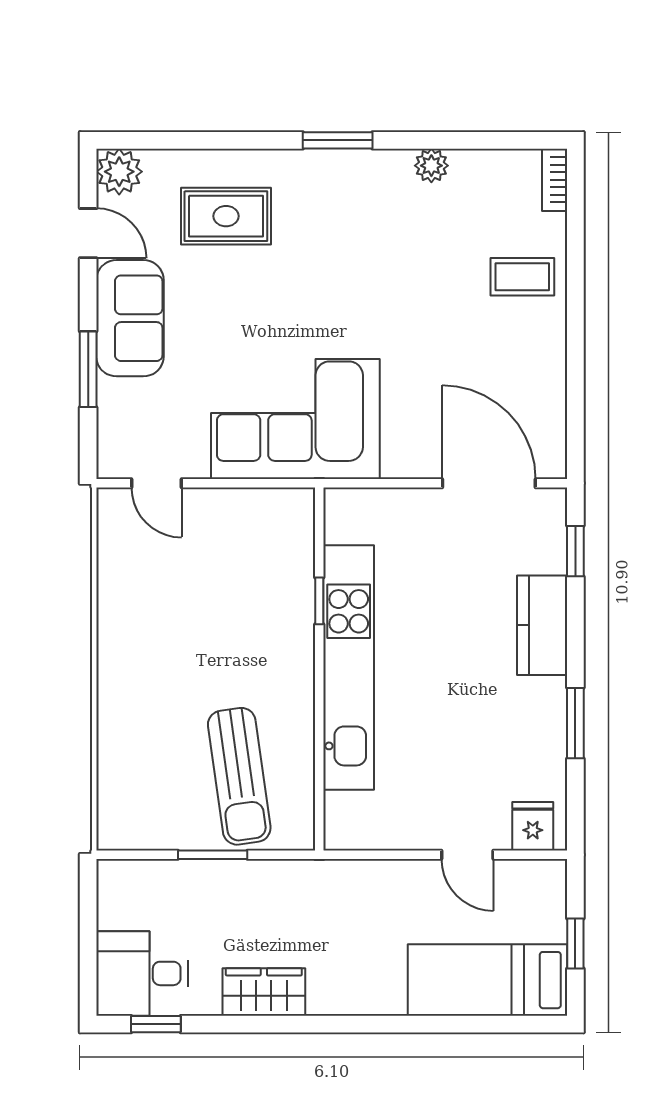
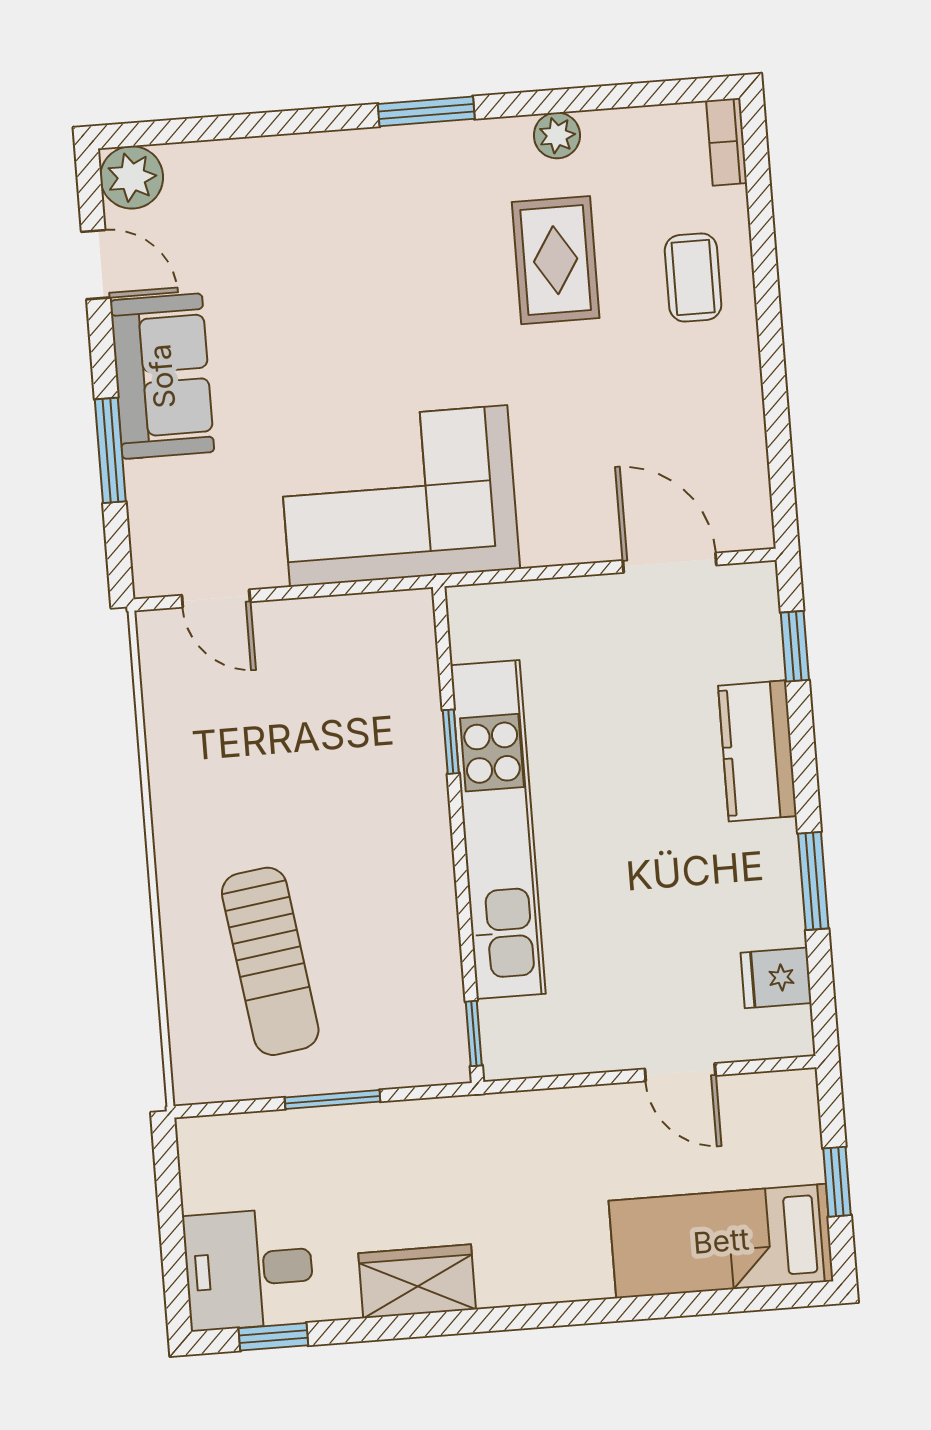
rug: (226, 216) -> (556, 260), moved, turned 90
coffee table: (522, 277) -> (693, 277), turned 90
door: (489, 483) -> (670, 563), width x0.73
sun lounger: (239, 776) -> (270, 961), moved
window: (319, 815) -> (474, 1034), added
fridge: (533, 826) -> (776, 978), moved, turned -90

